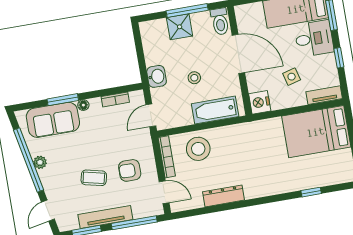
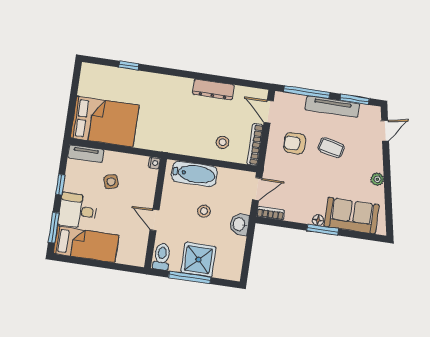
shower: (180, 27) -> (198, 260), width x1.36, depth x1.36
door: (238, 54) -> (154, 220), width x0.53
bookcase: (115, 99) -> (270, 213), moved
window: (63, 100) -> (323, 230), moved
nightstand: (260, 102) -> (154, 163), width x0.53, depth x0.56
stool: (198, 149) -> (223, 142), width x0.53, depth x0.53
window: (29, 160) -> (388, 185), removed
armchair: (130, 170) -> (295, 143), turned 180

